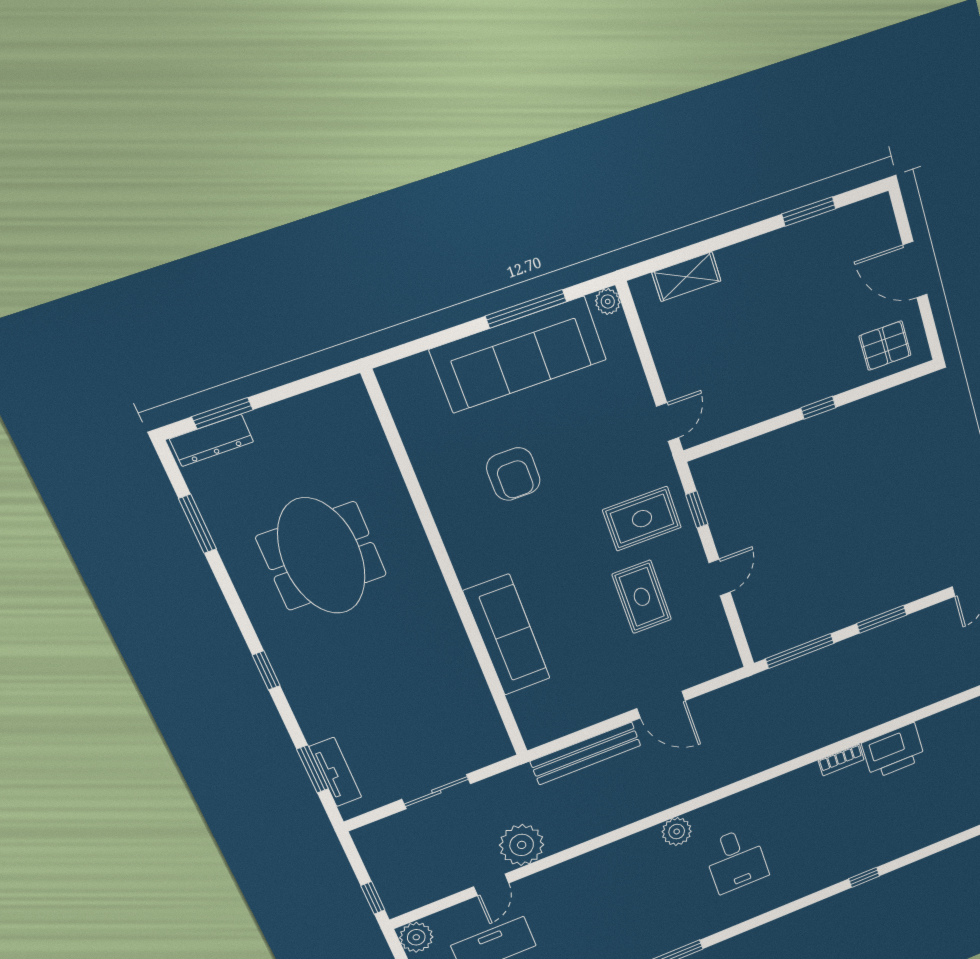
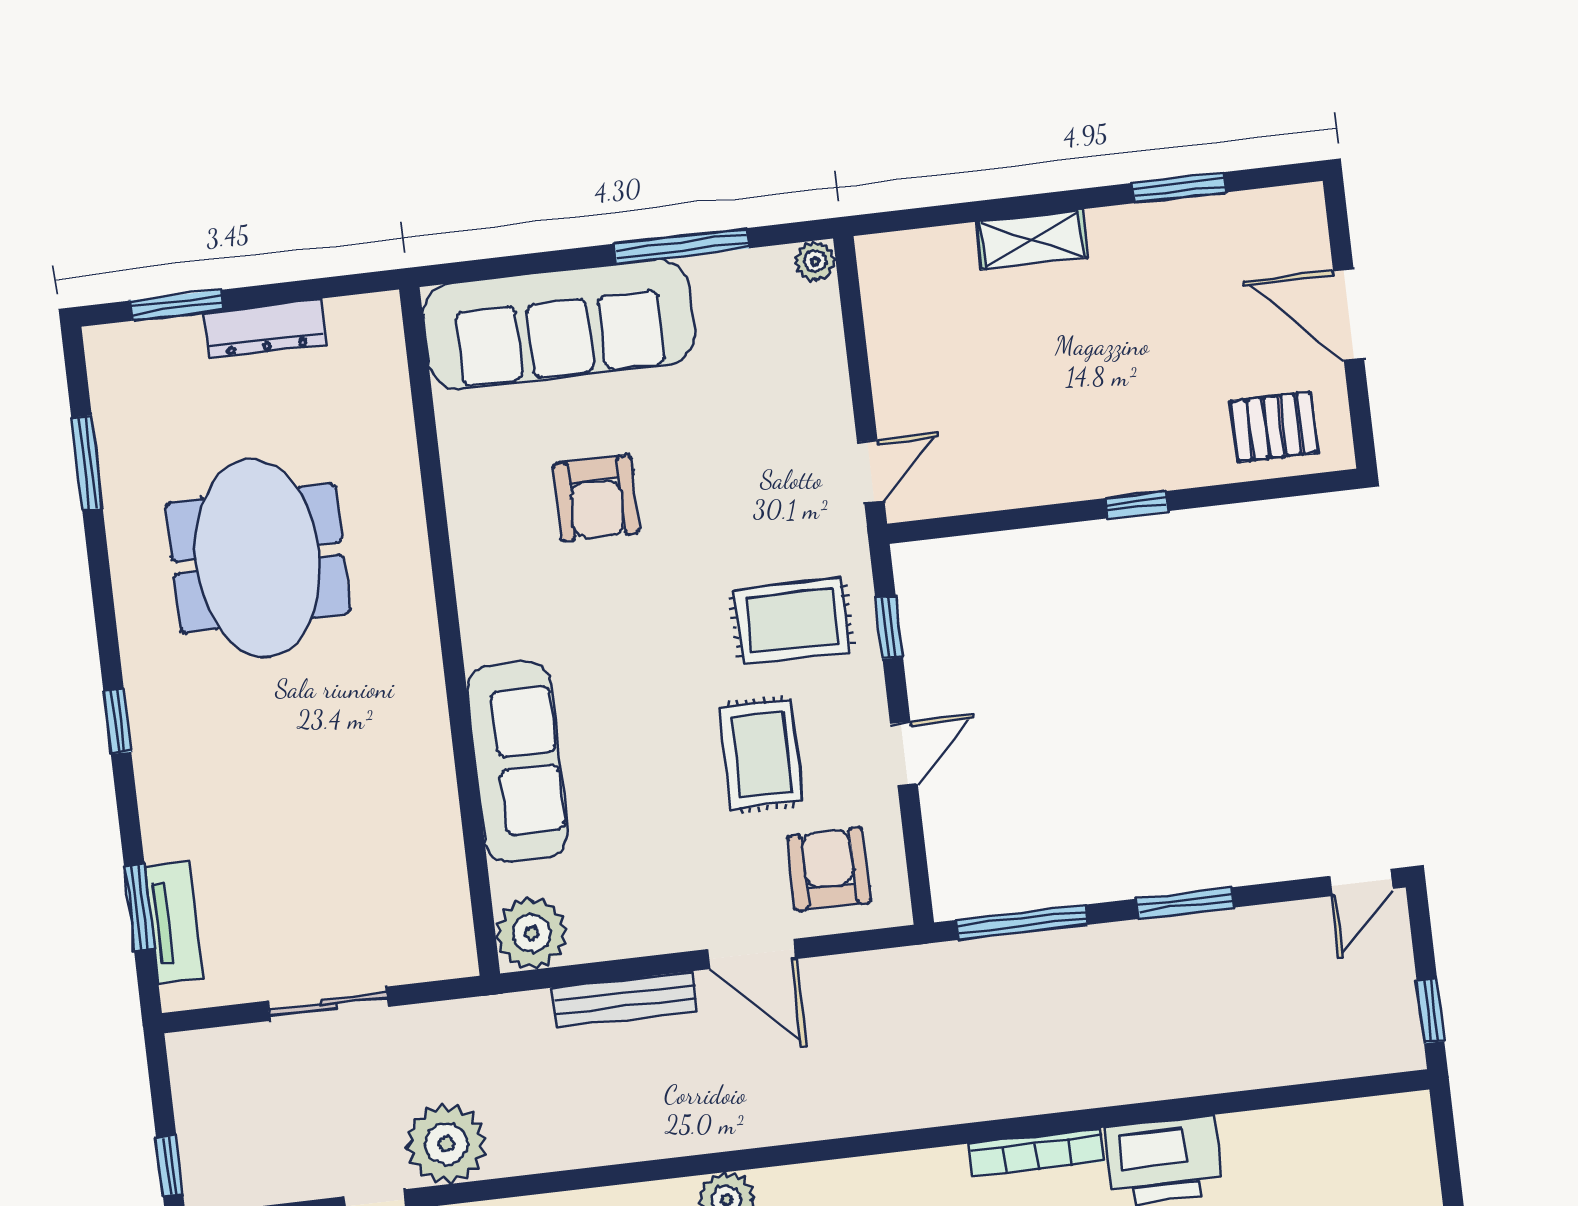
shelving: (686, 277) -> (1032, 239), moved
sofa: (519, 355) -> (559, 324), moved
dresser: (212, 440) -> (265, 328), moved
armchair: (693, 649) -> (829, 869), added
plant: (539, 725) -> (532, 933), added
bench: (586, 753) -> (624, 999), width x0.73, depth x0.82
bookcase: (841, 760) -> (1037, 1153), width x1.56

